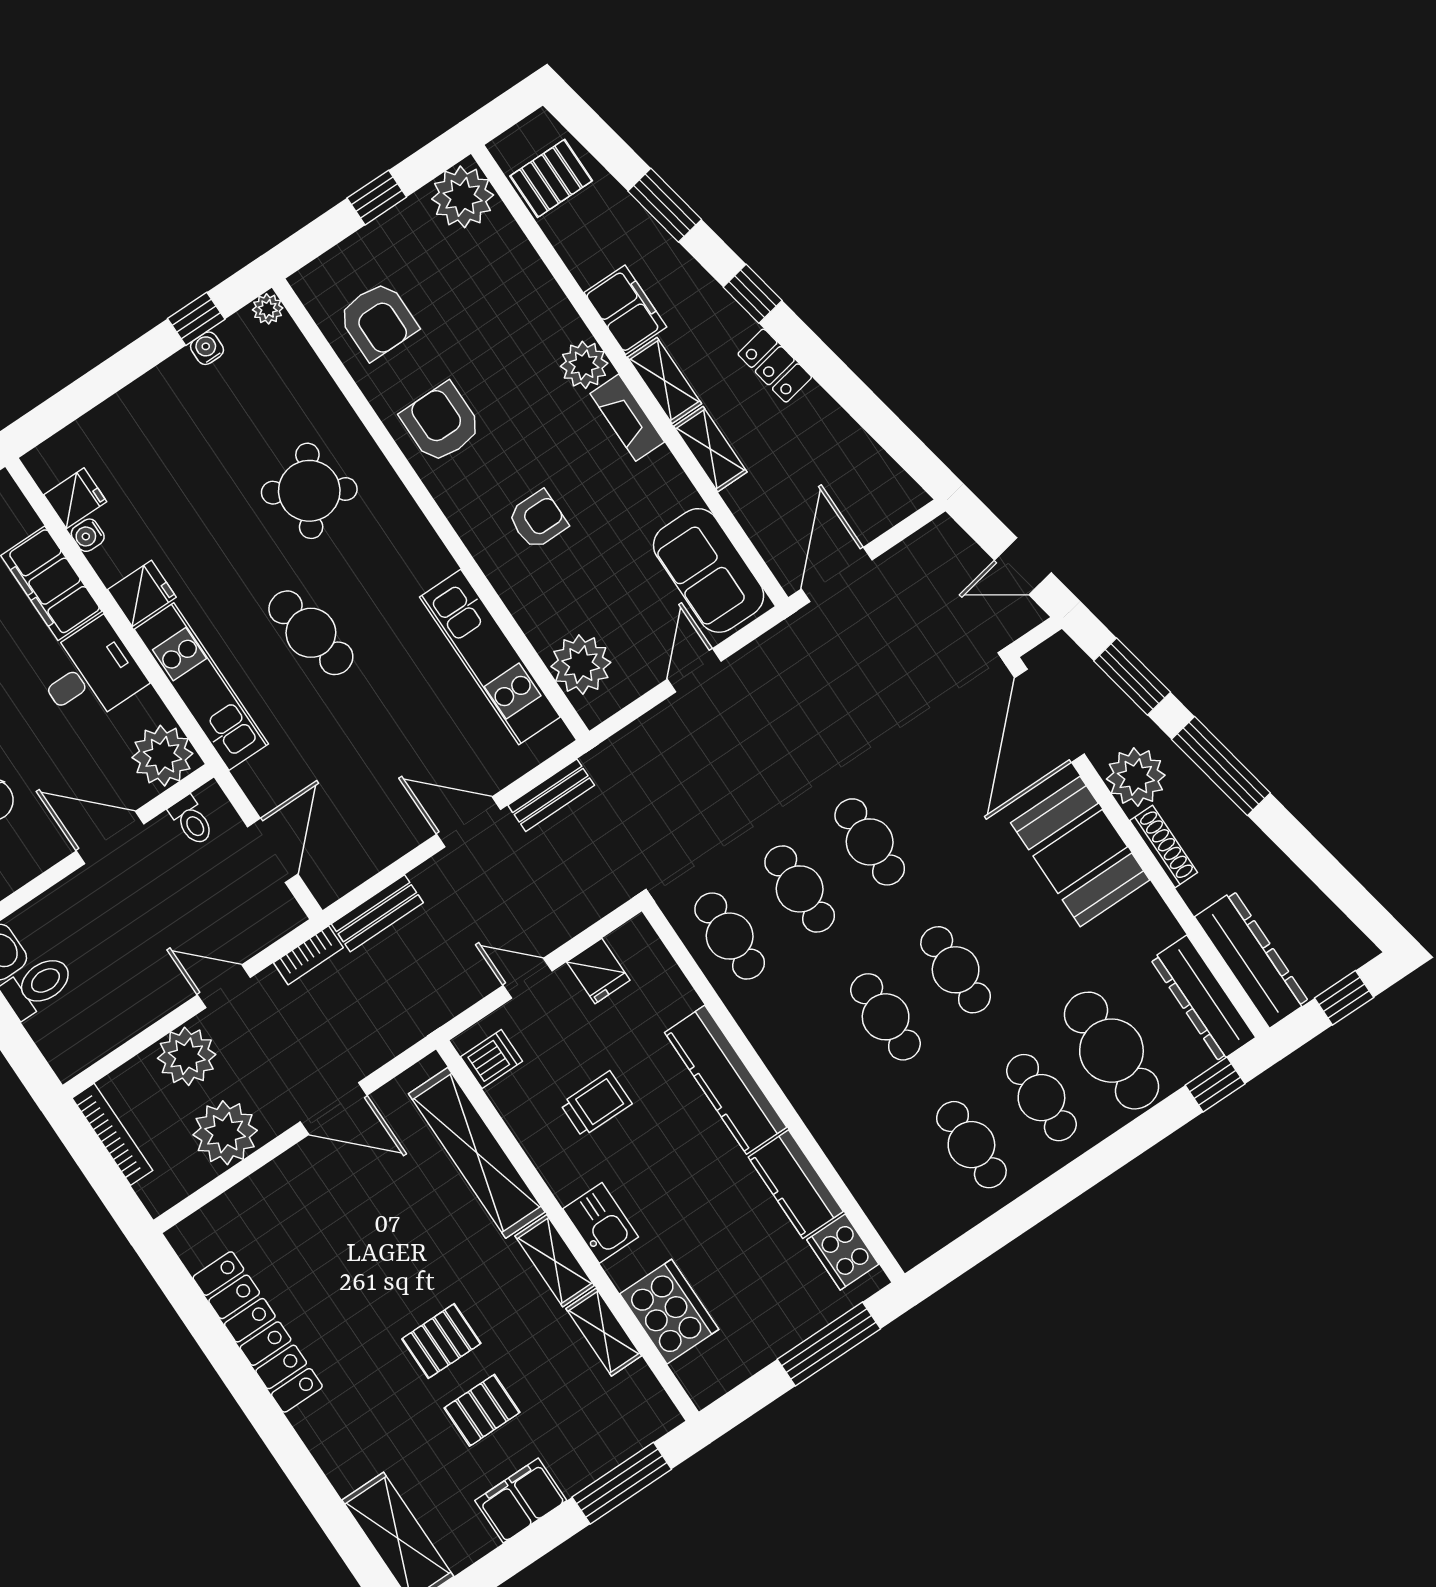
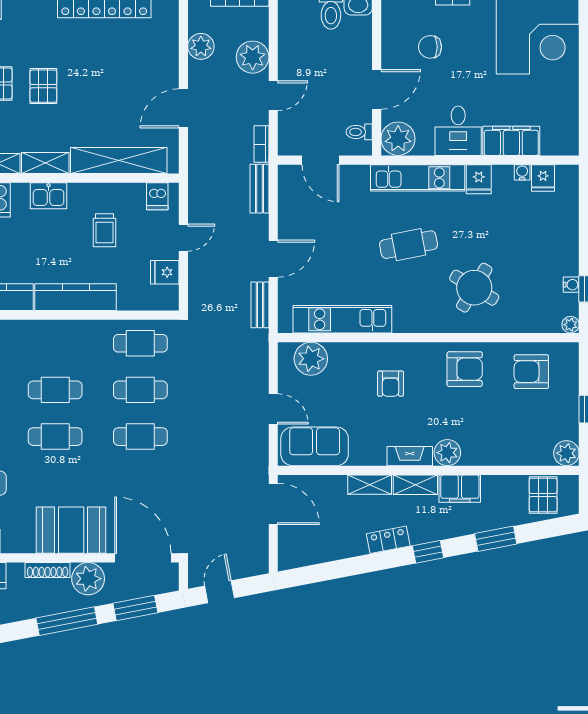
plant: (463, 197) -> (566, 453), width x0.73, depth x0.73
plant: (225, 1133) -> (201, 46), width x0.73, depth x0.73

